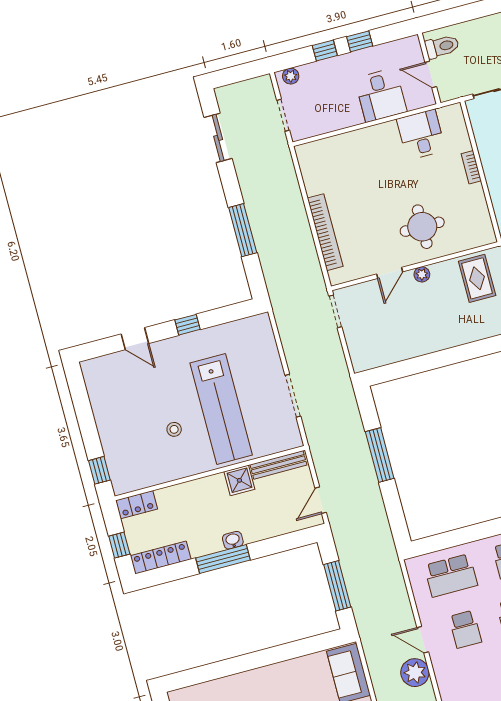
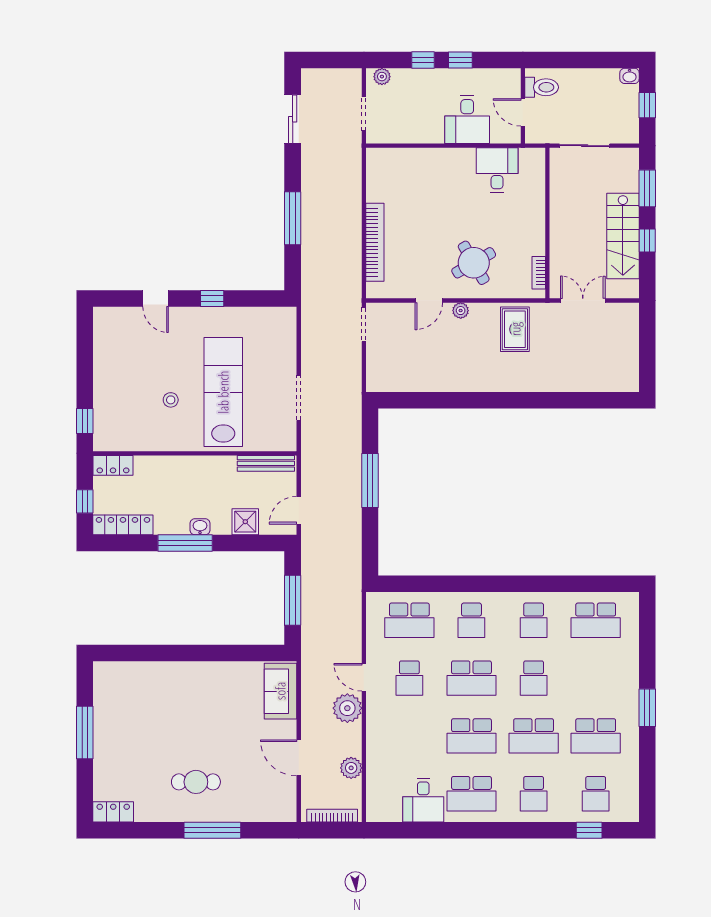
bookcase: (471, 167) -> (539, 273), moved
round table: (422, 227) -> (474, 263), turned -30
lab bench: (221, 409) -> (223, 392), turned 180
shower: (239, 480) -> (245, 522), moved

